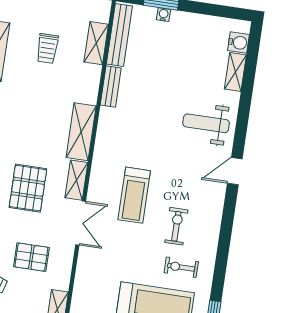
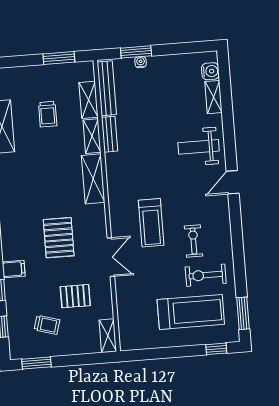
shelving: (76, 180) -> (92, 136), moved
exercise bike: (181, 267) -> (206, 275), width x1.38, depth x1.39

